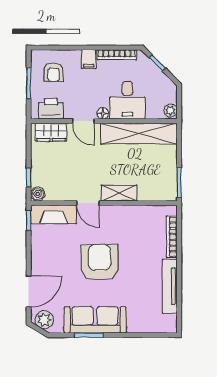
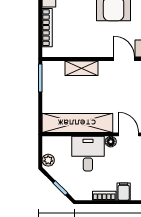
bookcase: (117, 55) -> (104, 196), width x0.64
plant: (170, 111) -> (48, 160), moved
shelving: (119, 193) -> (82, 68), moved

